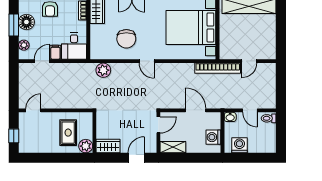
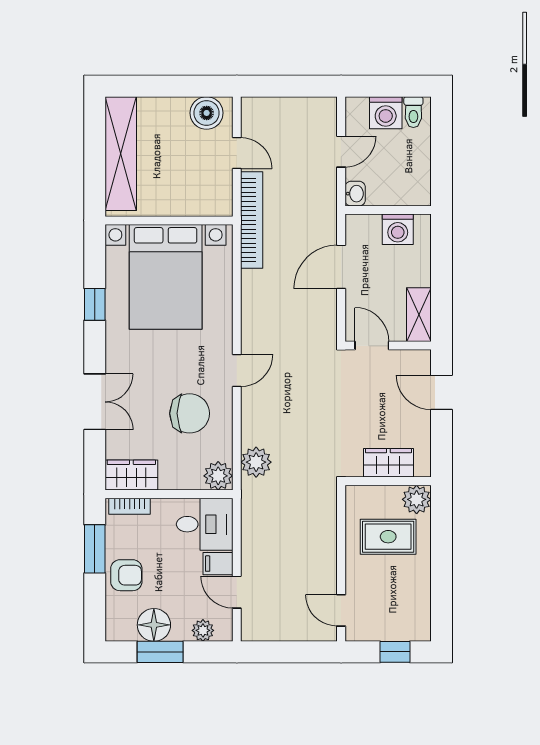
boiler: (268, 47) -> (207, 113), added
plant: (97, 52) -> (218, 476), added
toilet: (269, 118) -> (413, 112), moved
washing machine: (239, 145) -> (386, 113), moved, turned -90
wardrobe: (108, 146) -> (388, 463), moved, turned 90

